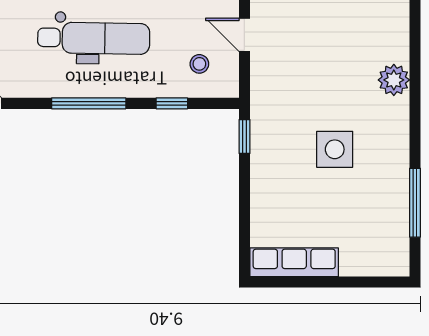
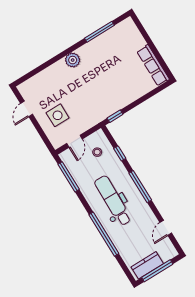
plant: (394, 80) -> (73, 60), moved
side table: (335, 149) -> (58, 115), moved

